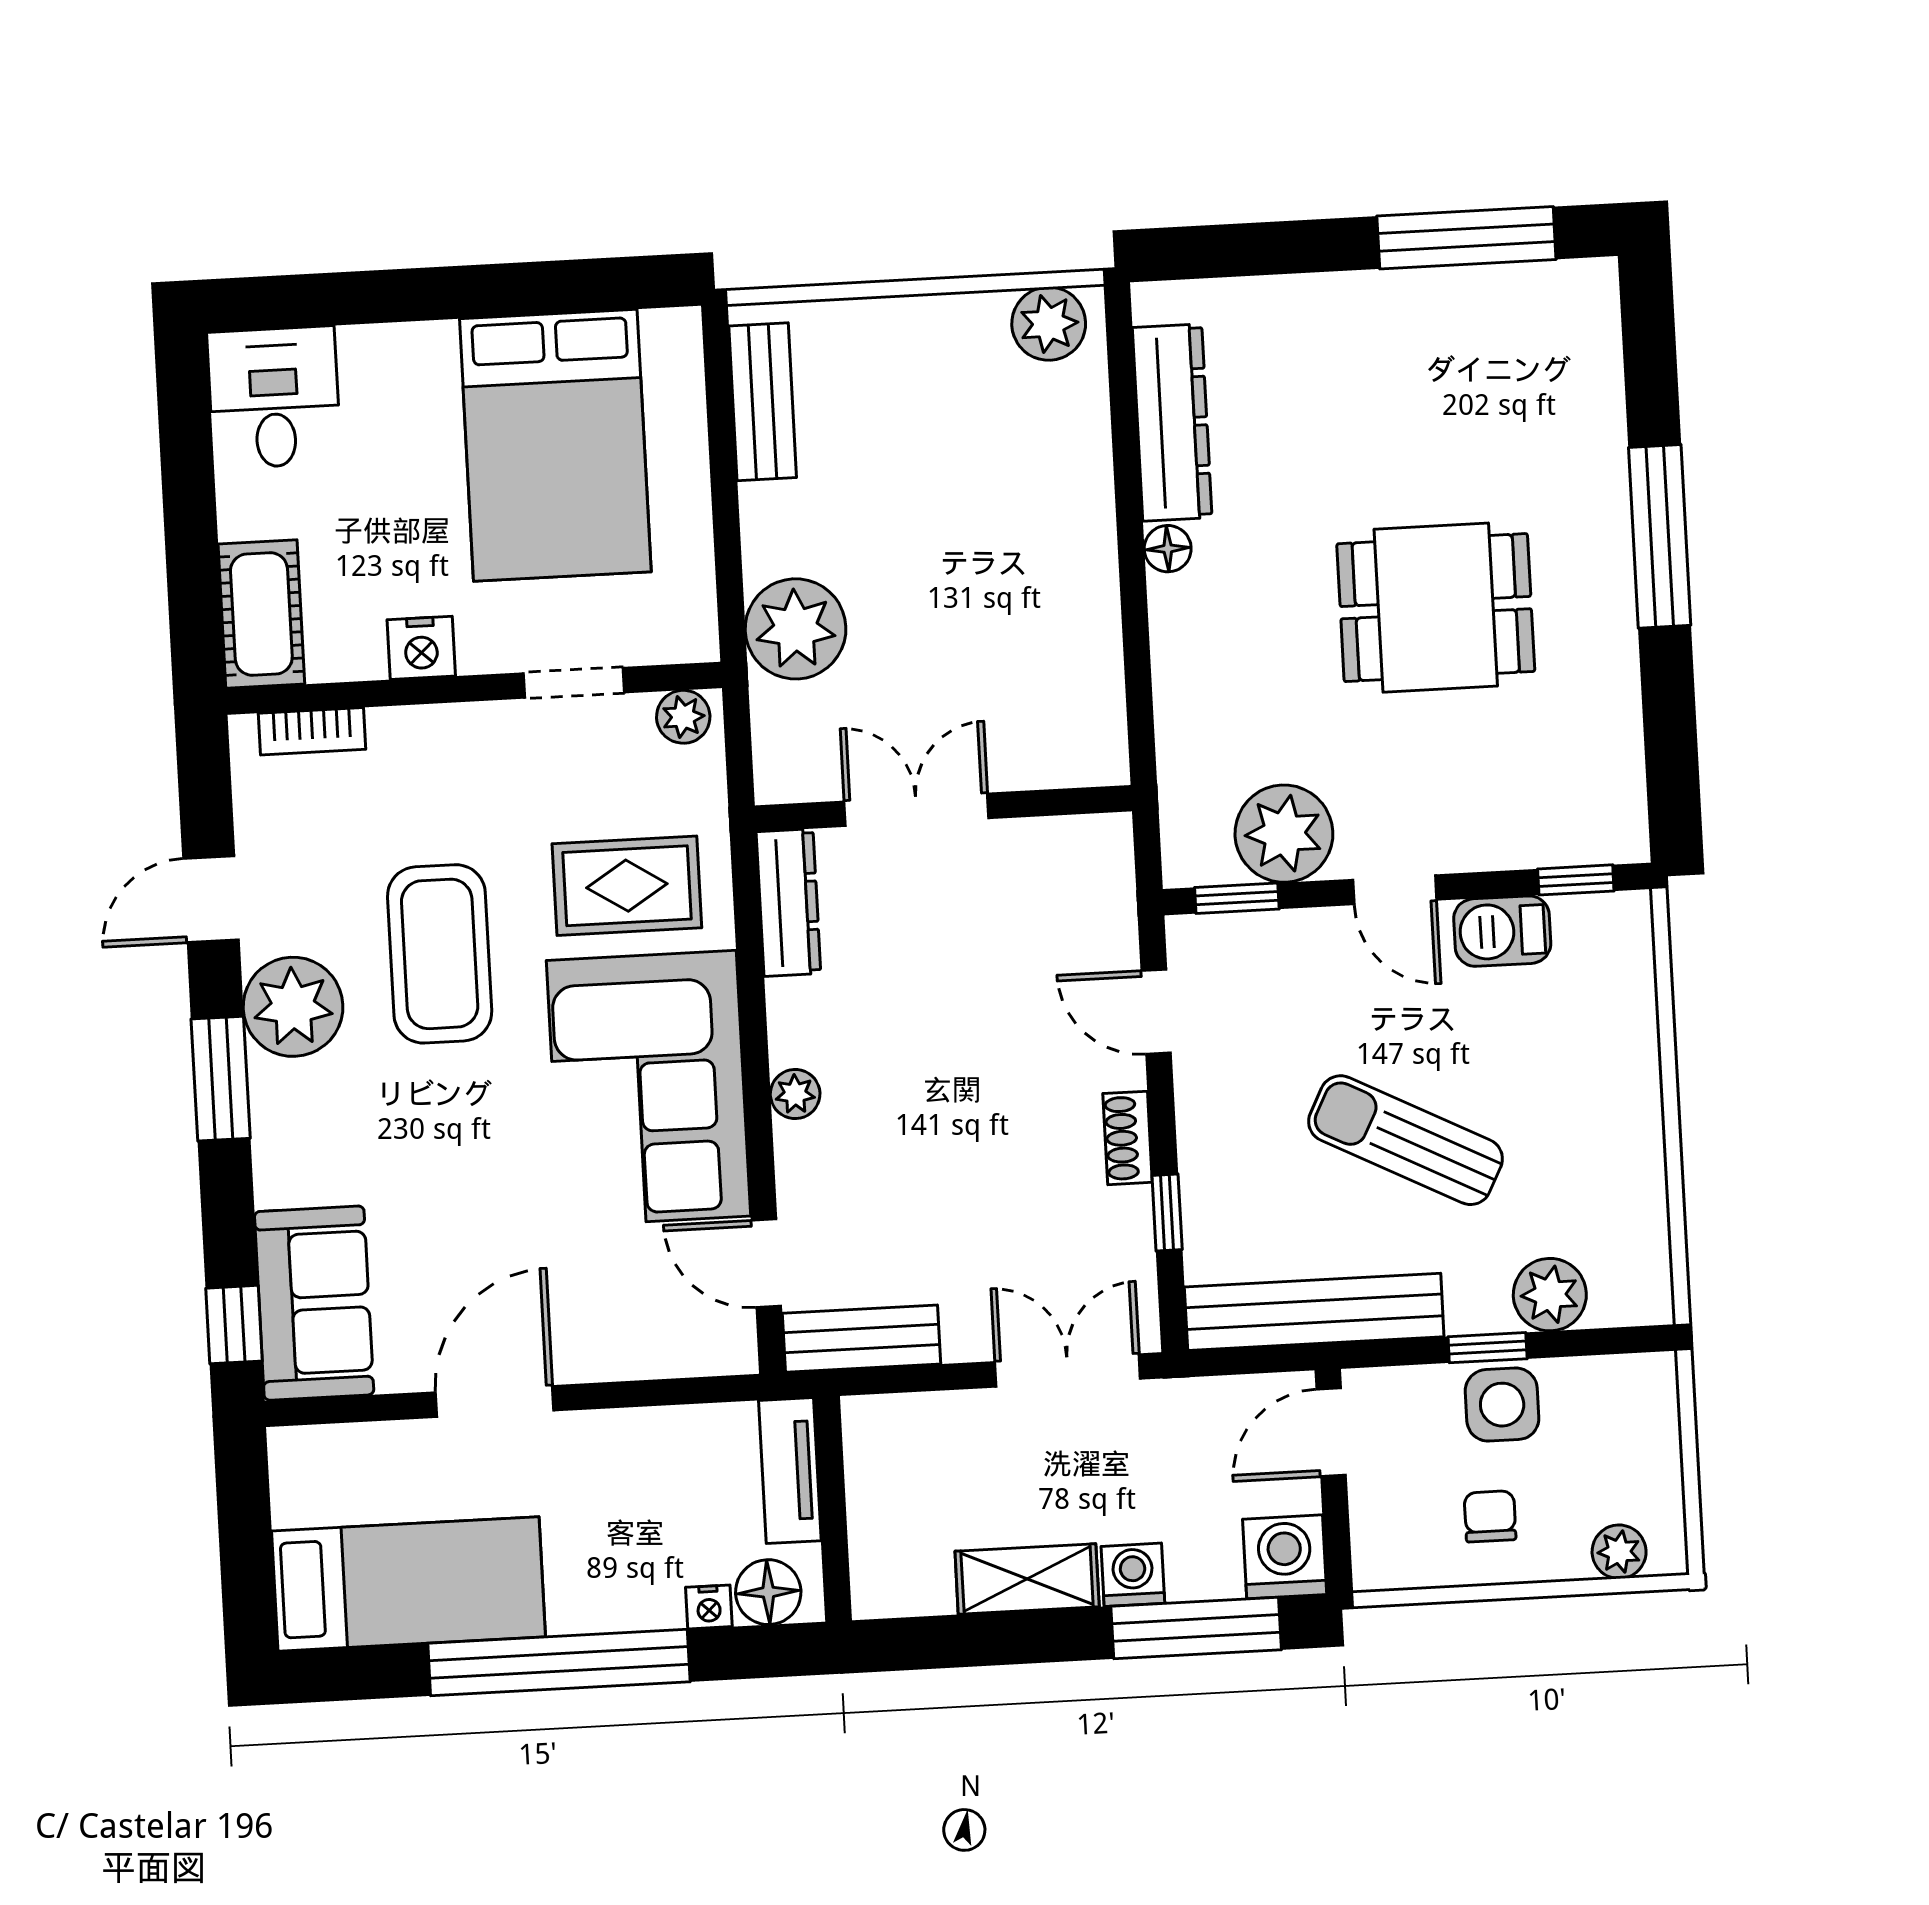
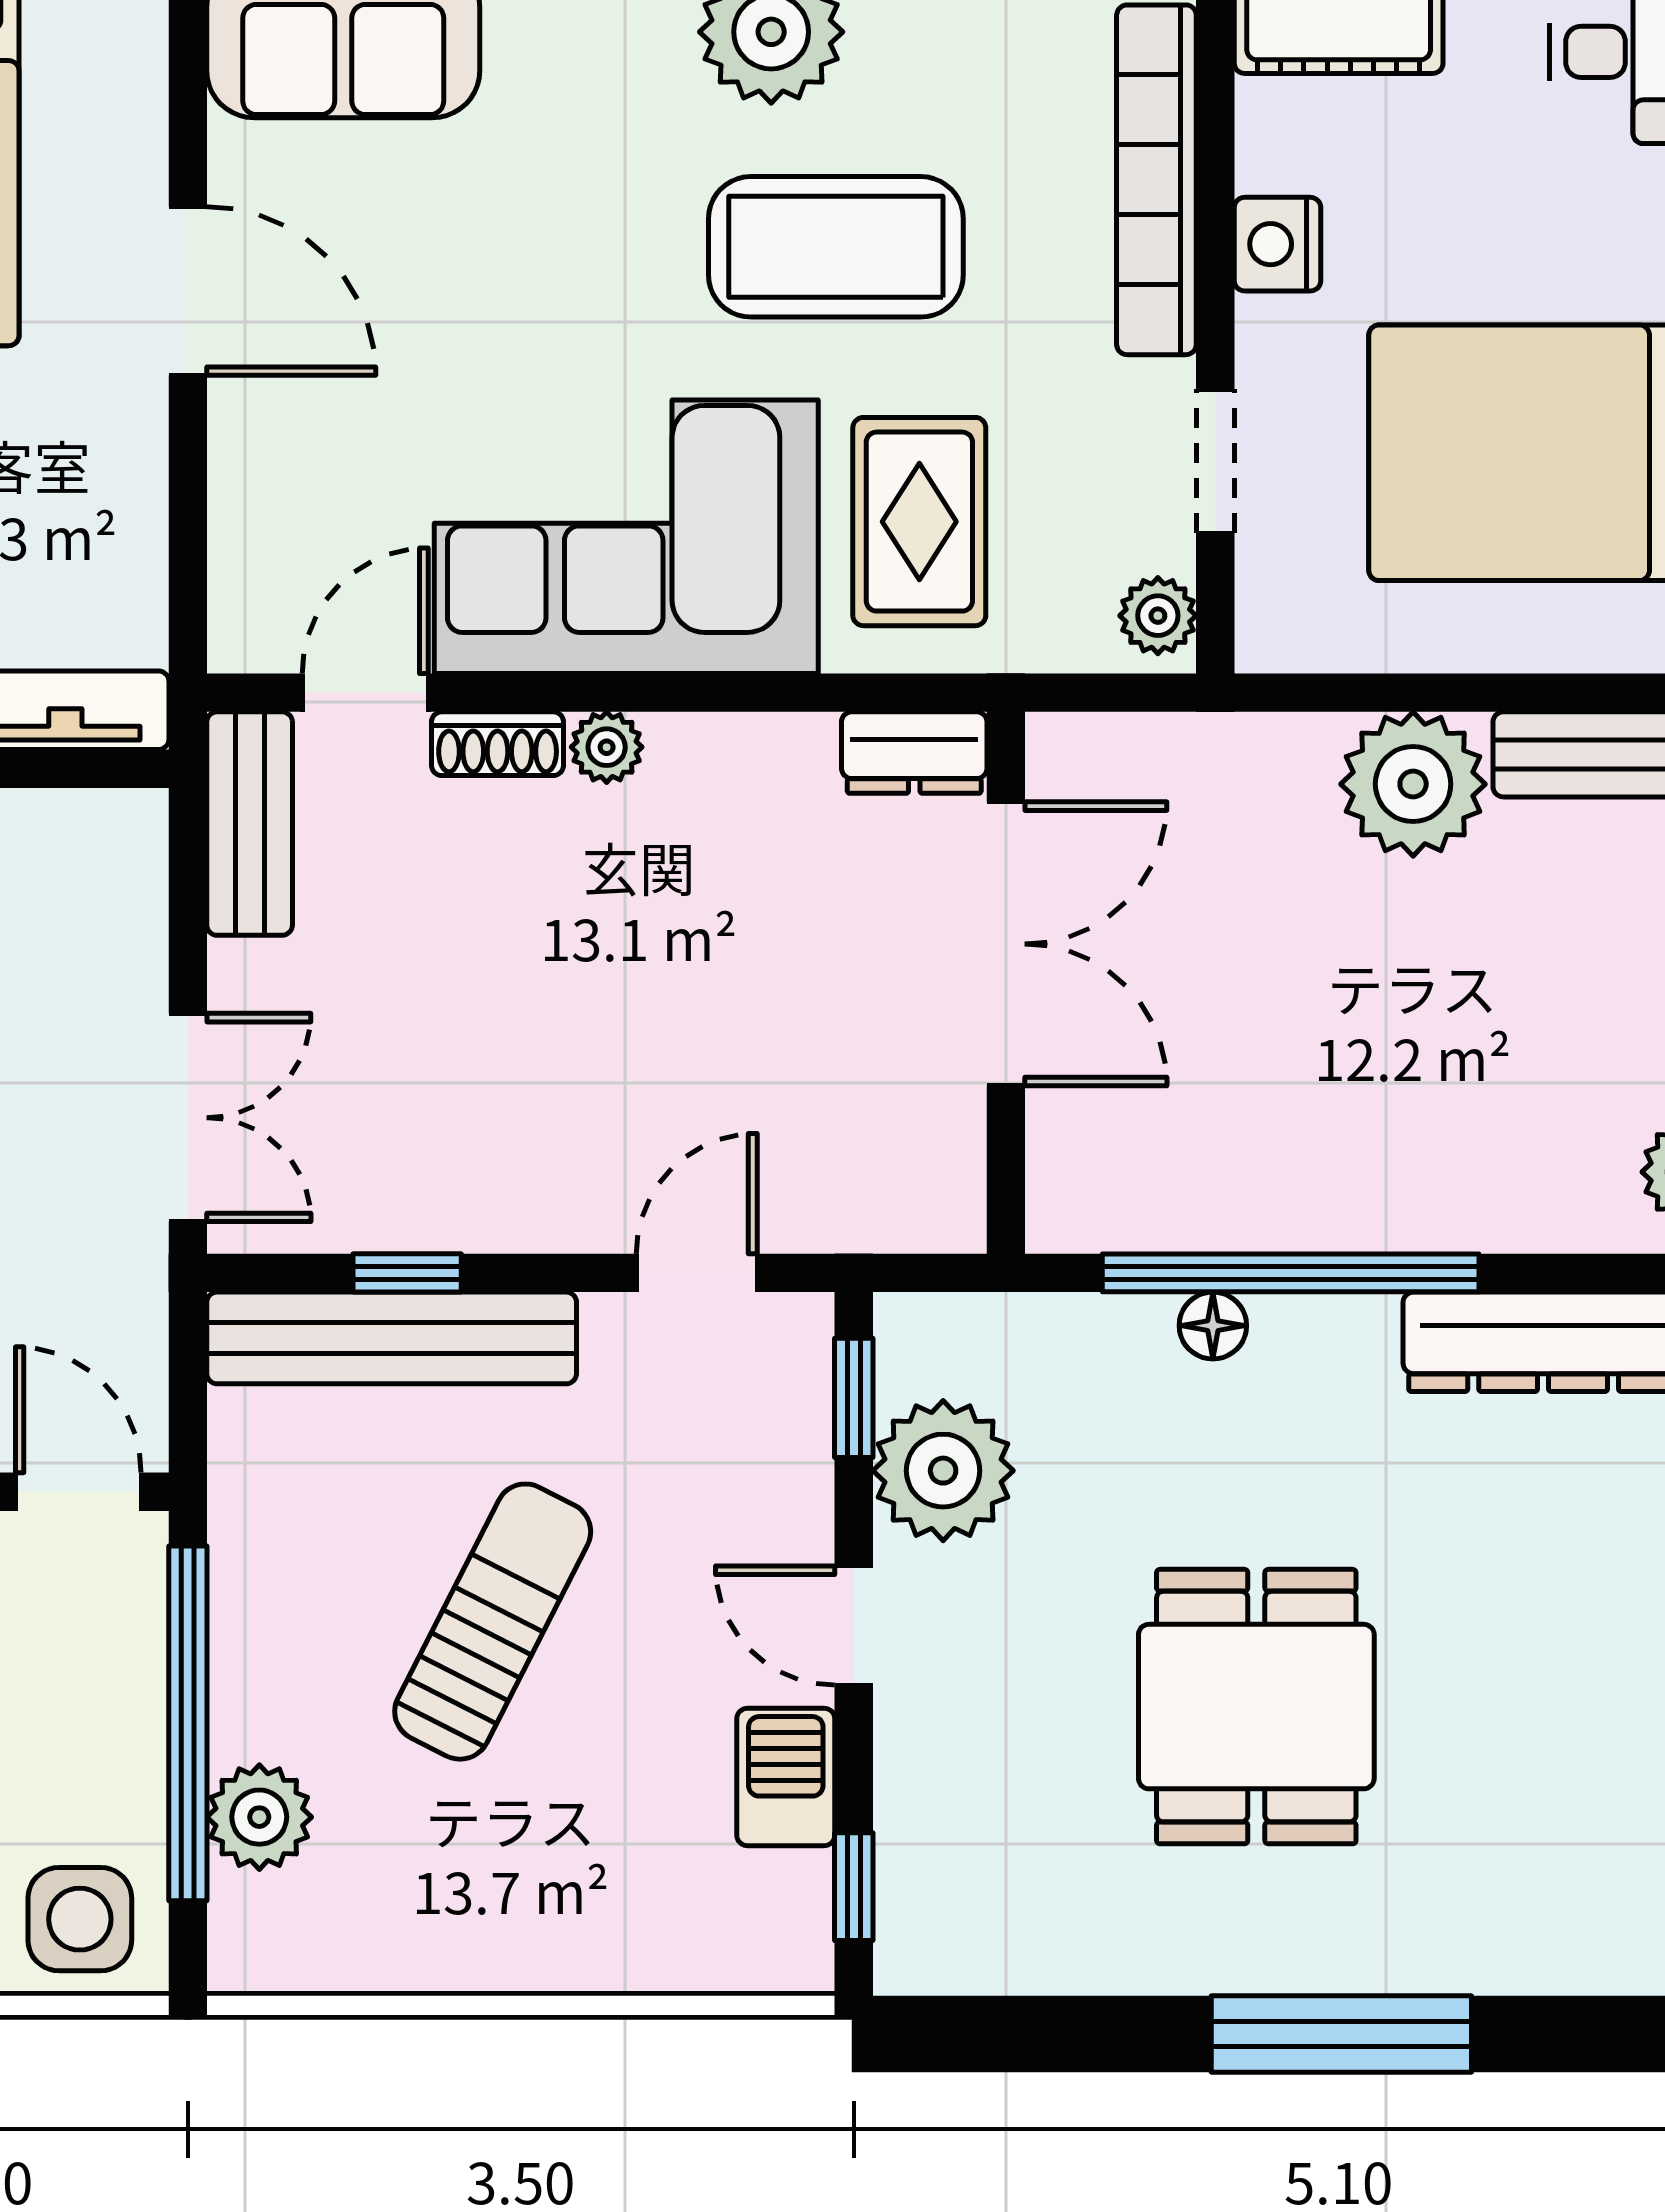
floor lamp: (1168, 549) -> (1213, 1326), moved
window: (1134, 600) -> (1291, 1273), added
plant: (796, 629) -> (1413, 784), moved
bookcase: (312, 731) -> (1156, 180), width x2.31, depth x1.31
double door: (916, 810) -> (1006, 944), width x1.37
door: (1395, 890) -> (854, 1626), hinge flipped
dresser: (788, 903) -> (914, 753), width x0.70
shoe rack: (1128, 1138) -> (498, 744), moved, turned 180
bench: (1314, 1312) -> (392, 1338), moved, turned 90
window: (1488, 1348) -> (188, 1723), width x3.17
side table: (1502, 1405) -> (80, 1919), moved

